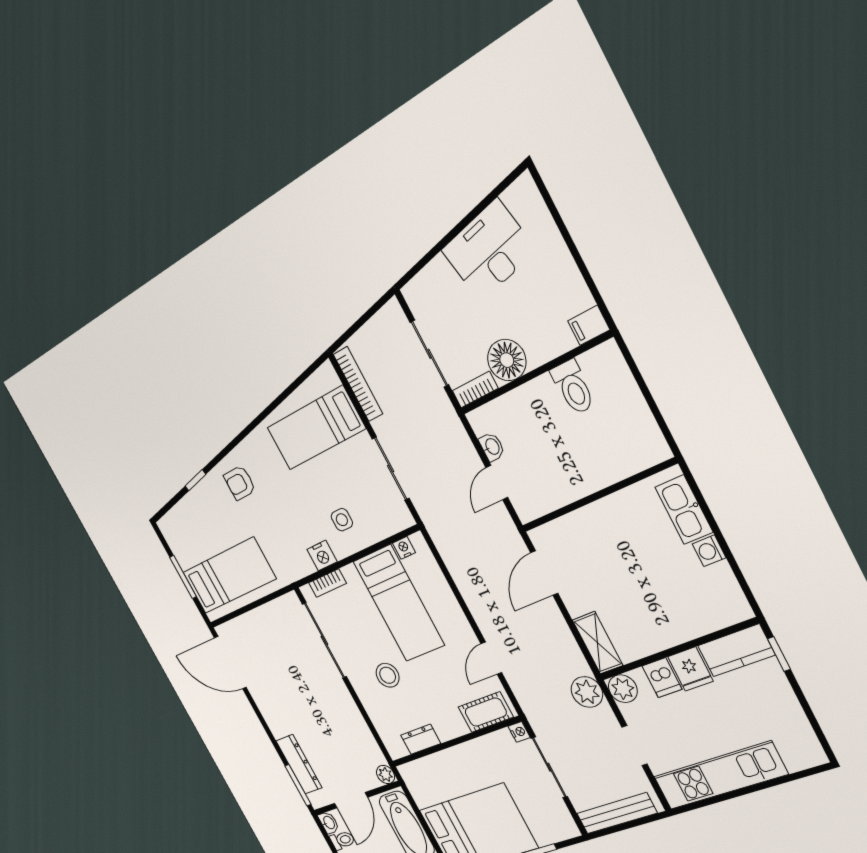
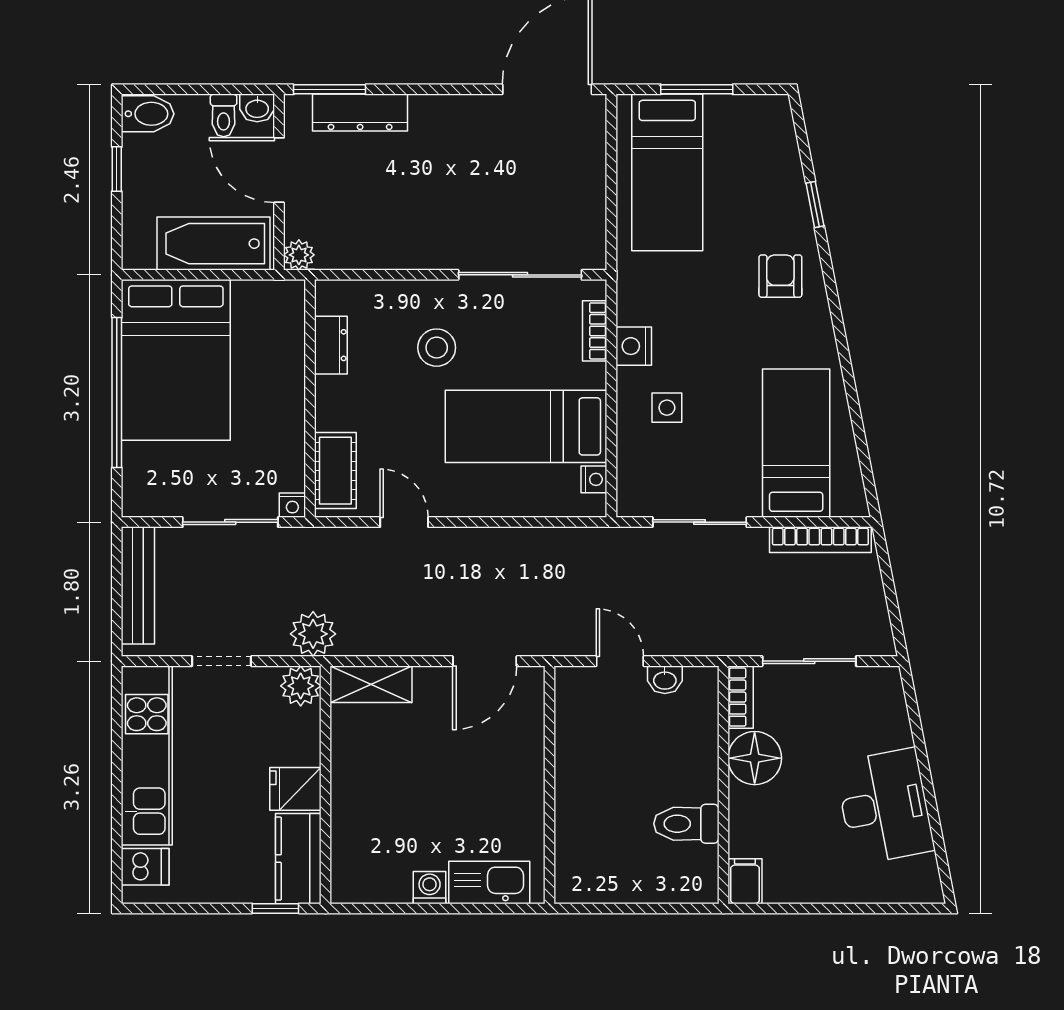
door: (544, 573) -> (485, 661), swing flipped
dishwasher: (662, 678) -> (145, 867), moved, turned 180

